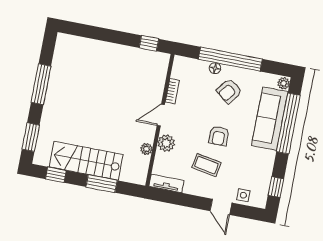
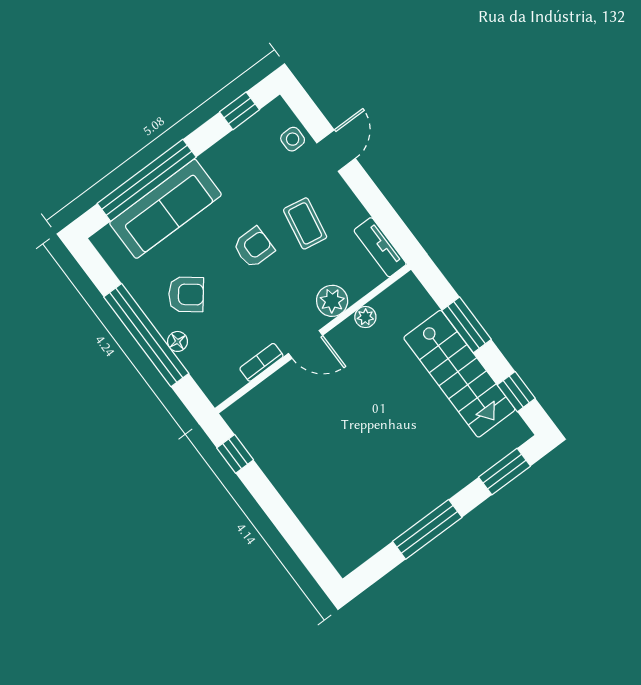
plant: (284, 83) -> (105, 239), removed

